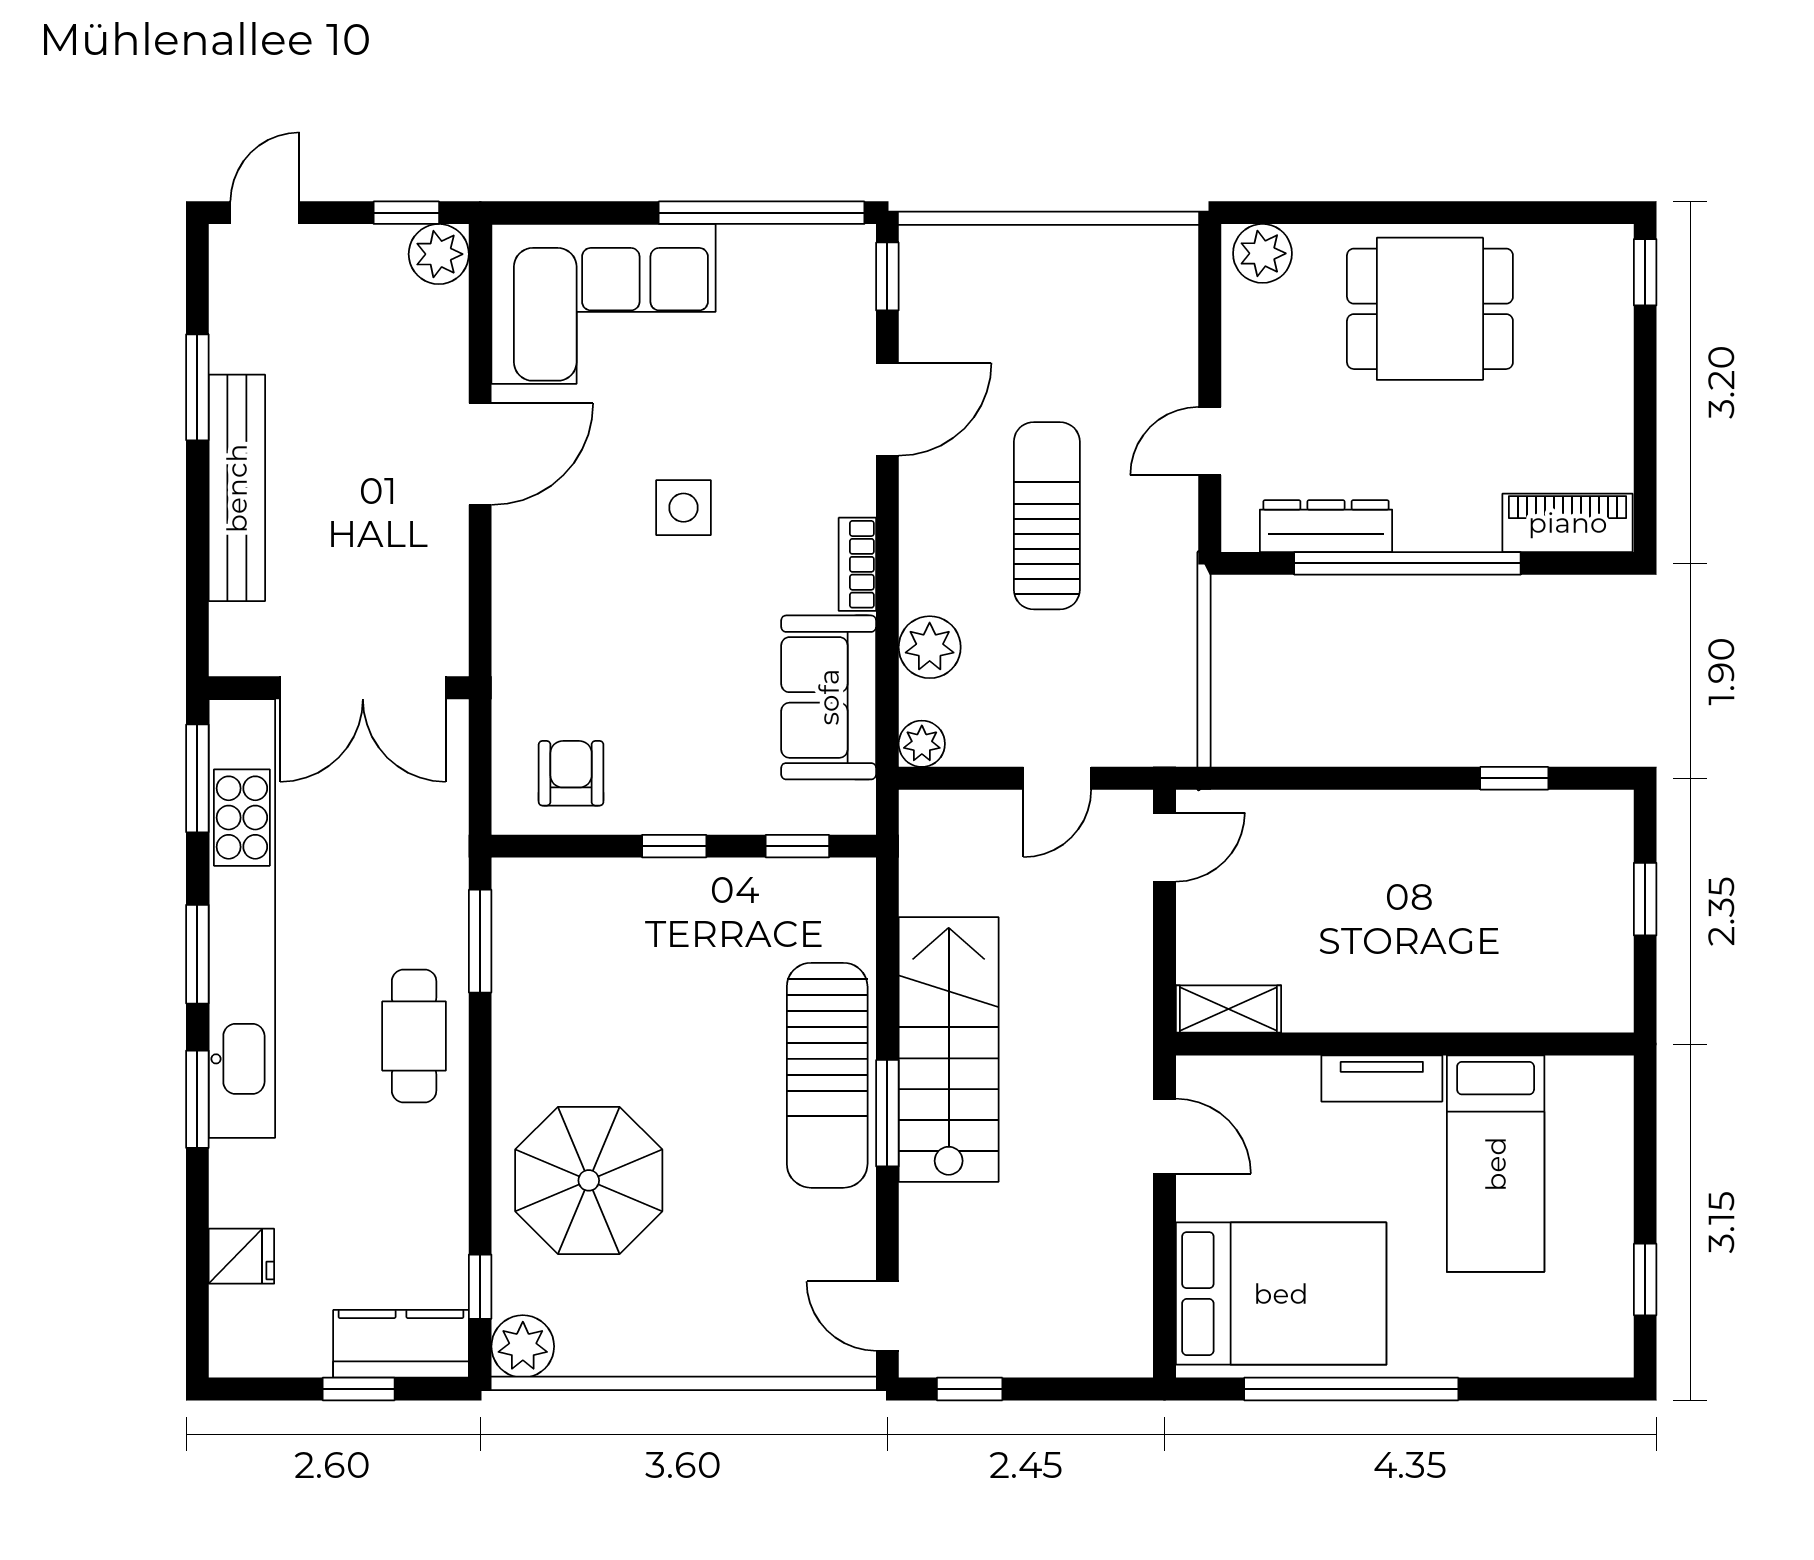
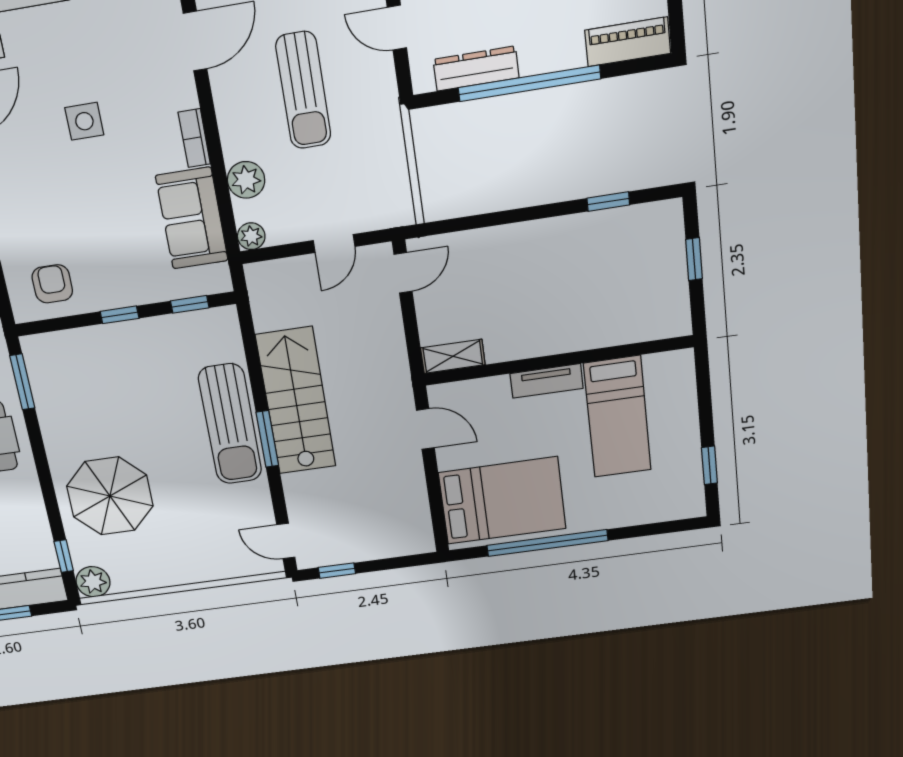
door: (1210, 441) -> (397, 28), hinge flipped
sun lounger: (1047, 516) -> (303, 90), turned 180

